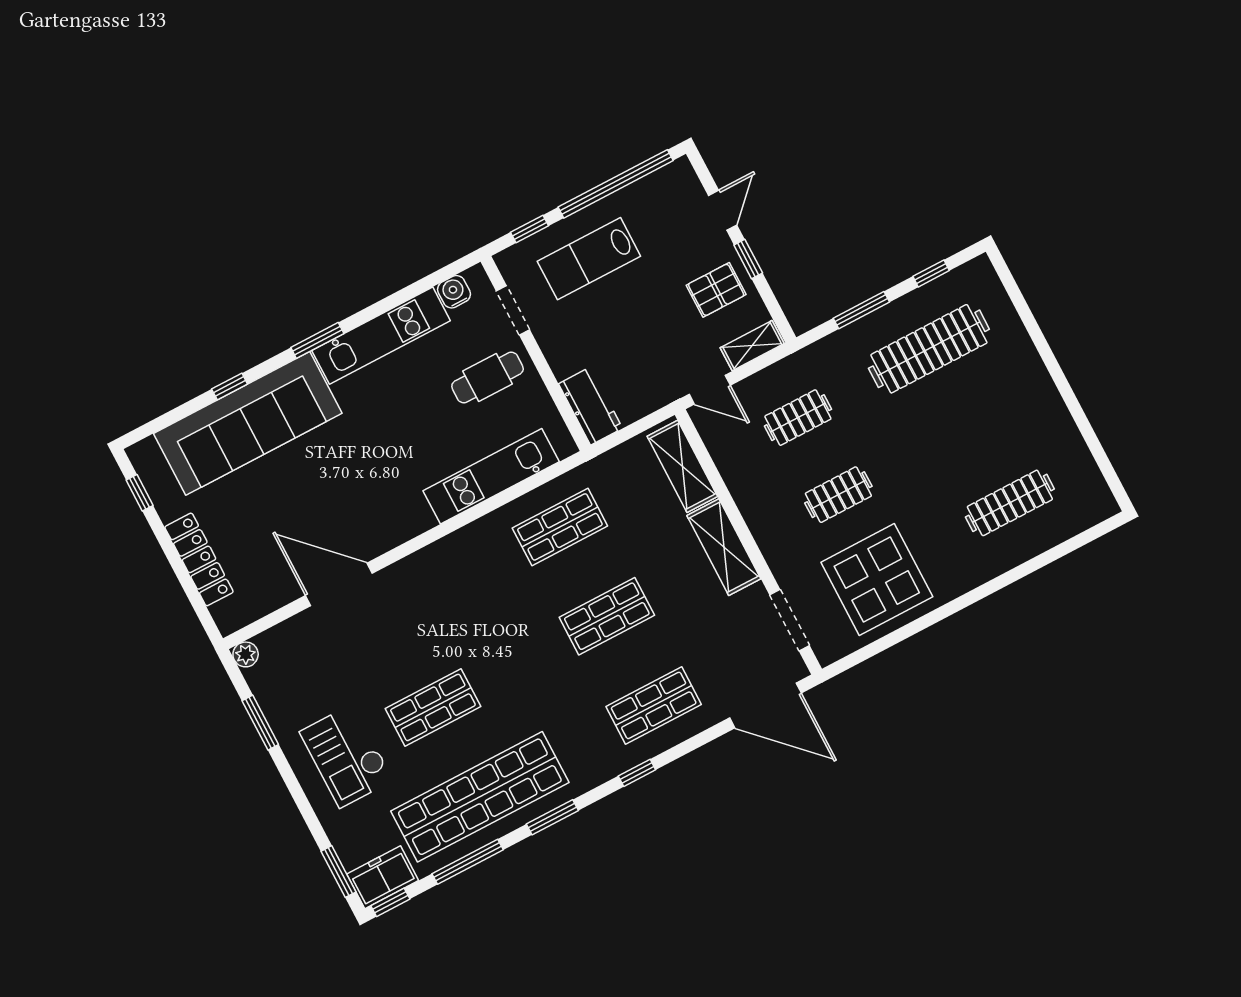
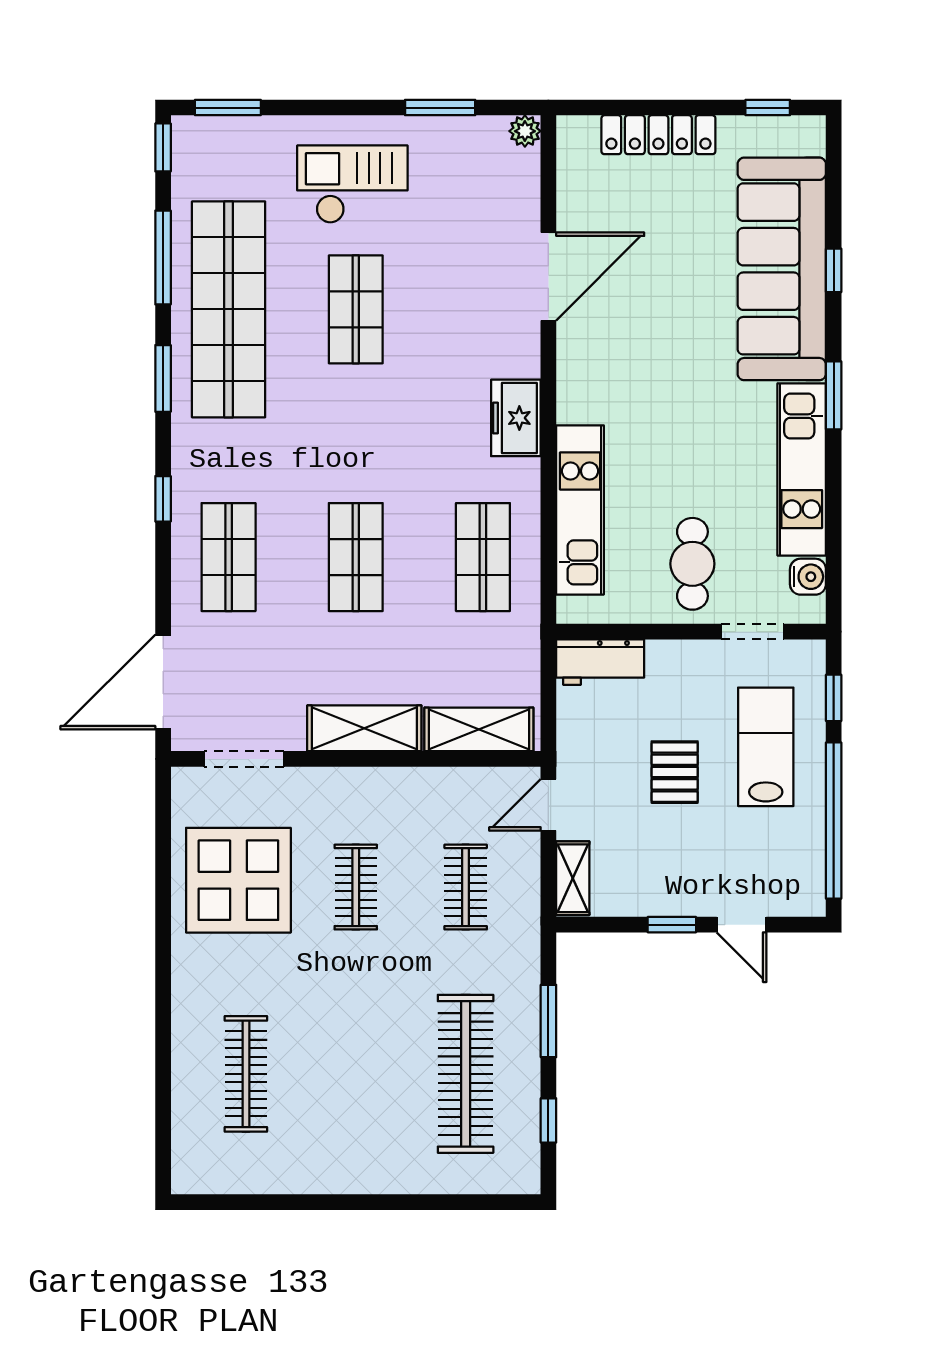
pallet: (716, 290) -> (675, 772), moved
freezer: (383, 877) -> (516, 418), moved, turned 180

